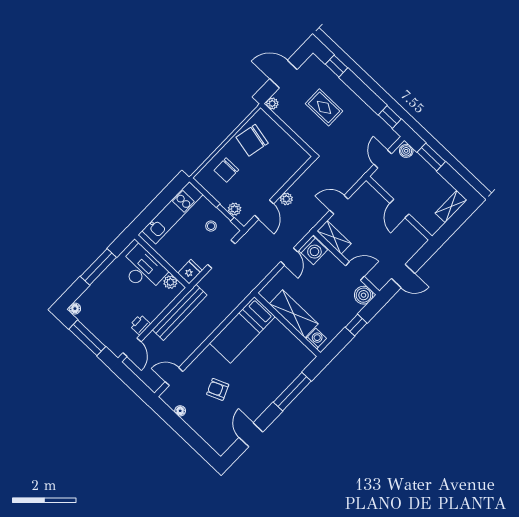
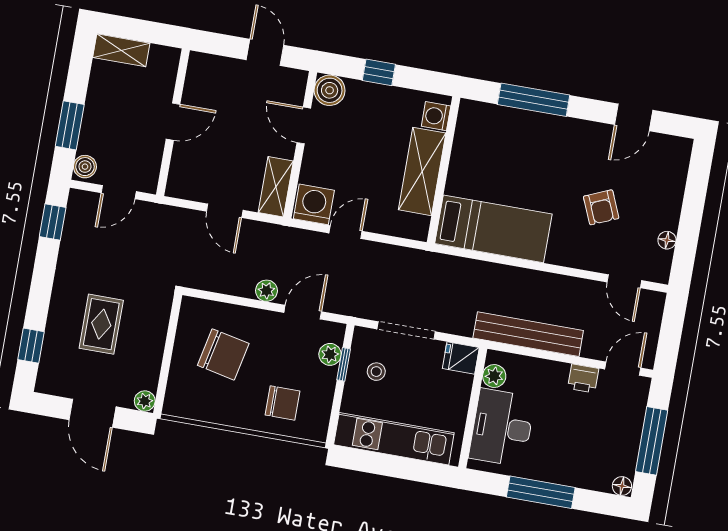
chair: (252, 140) -> (223, 354), moved

